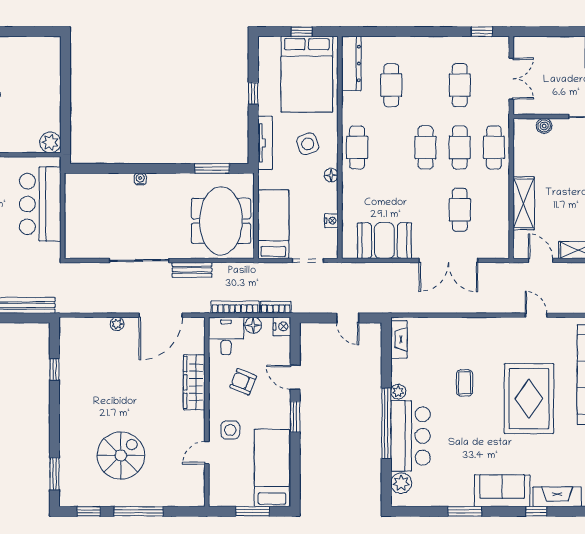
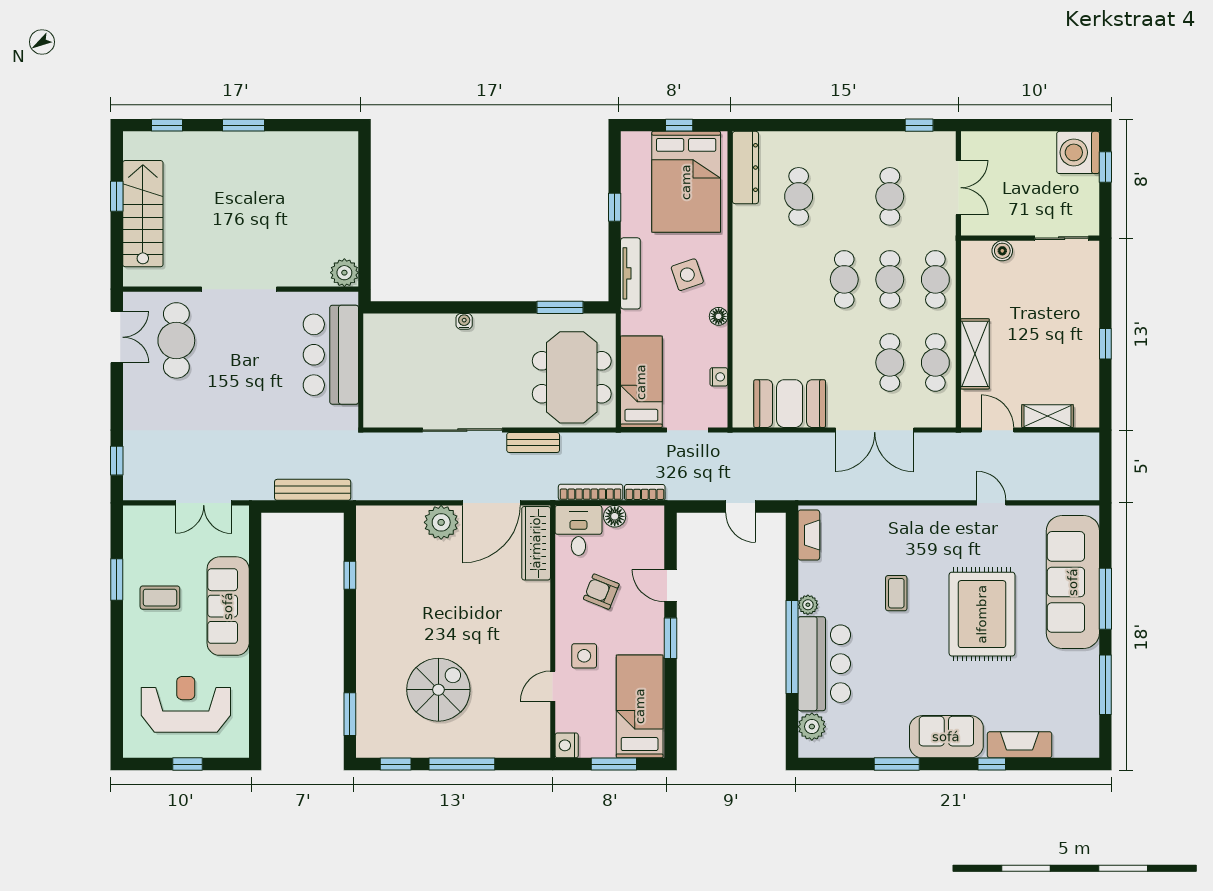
cafe table: (357, 147) -> (935, 362), moved
plant: (117, 324) -> (441, 522), width x1.87, depth x1.87
nightstand: (282, 326) -> (567, 745), moved, turned 180
wardrobe: (194, 382) -> (536, 543), moved

